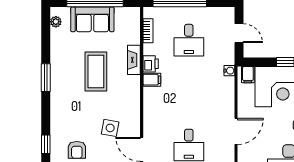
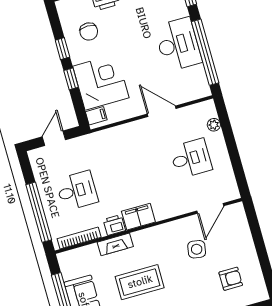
bookcase: (148, 31) -> (79, 238), width x1.56
water cooler: (229, 71) -> (98, 137), removed
filing cabinet: (152, 80) -> (138, 217), width x2.00

